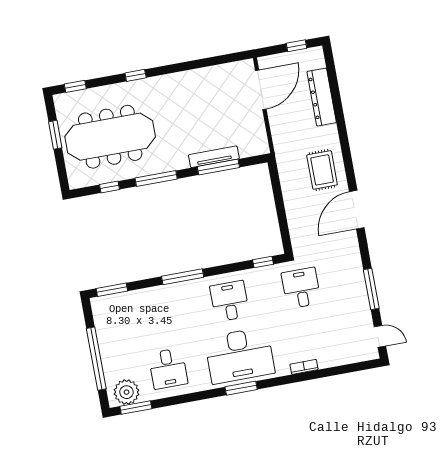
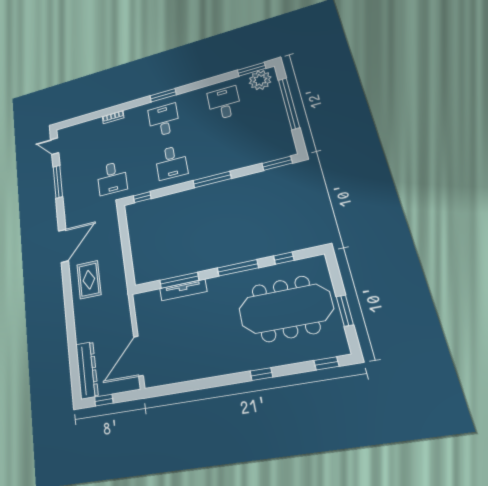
dresser: (322, 97) -> (87, 370), moved
desk: (240, 355) -> (164, 120), width x0.53, depth x0.77

